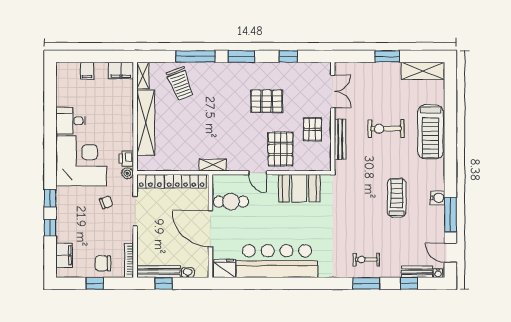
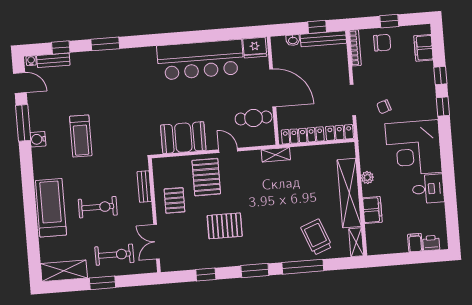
filing cabinet: (121, 70) -> (372, 210), moved, turned 90
bench: (340, 139) -> (144, 187), width x0.73
printer: (126, 158) -> (431, 243), moved, turned -90
plant: (127, 173) -> (367, 178), moved
exercise bike: (366, 260) -> (114, 255), moved, width x1.38, depth x1.39

